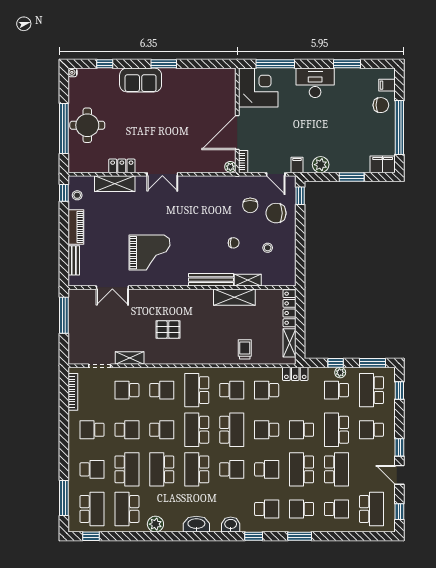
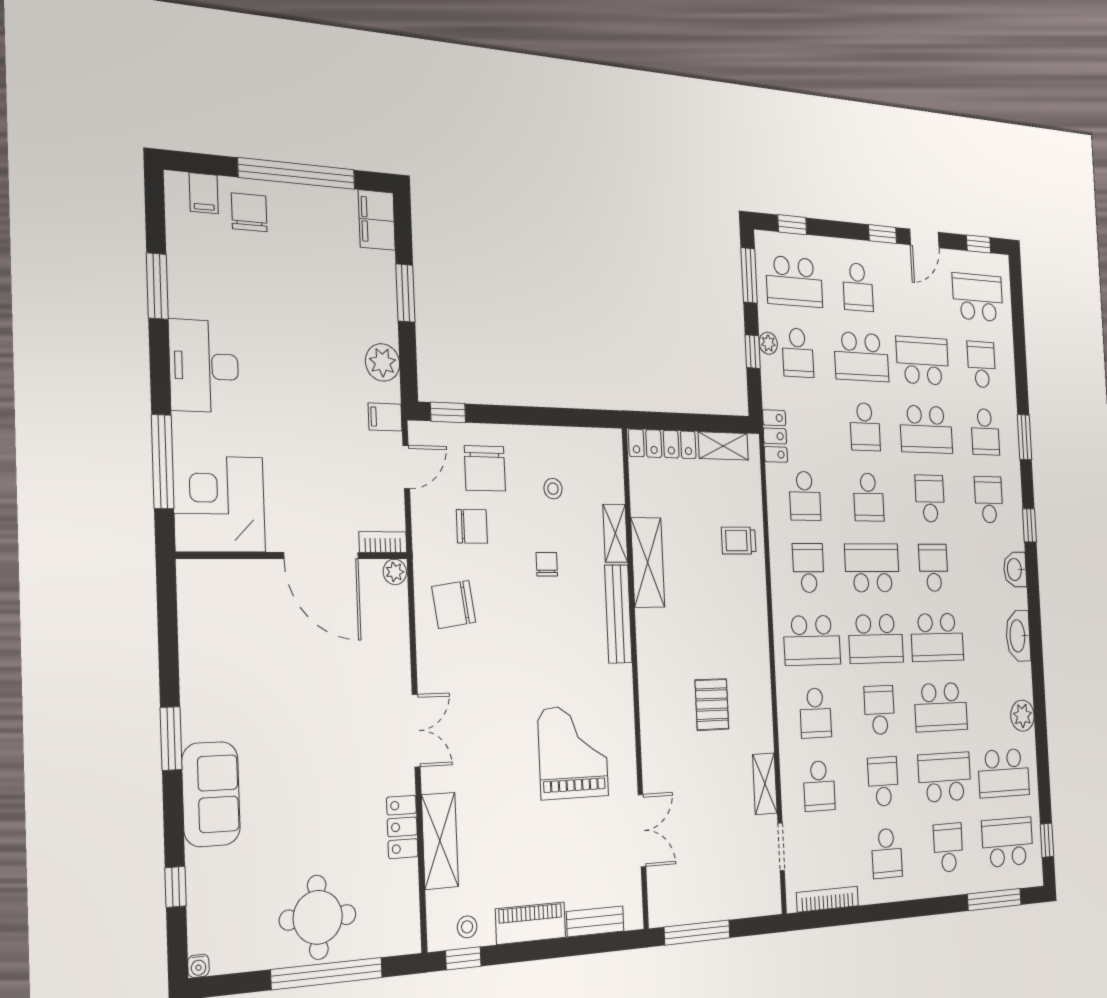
chair: (216, 195) -> (454, 604), added
school desk: (162, 390) -> (816, 713), turned 180

